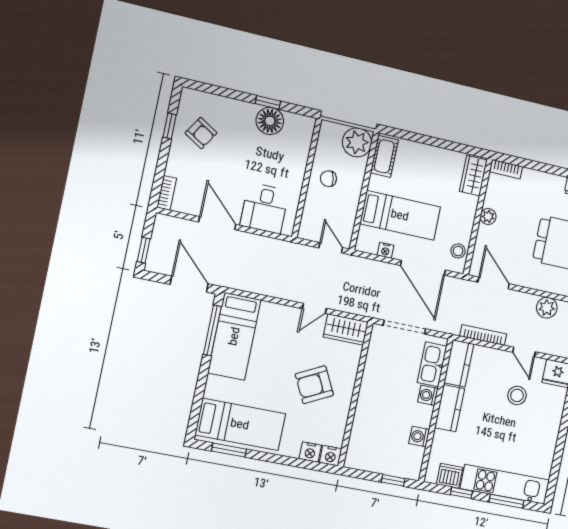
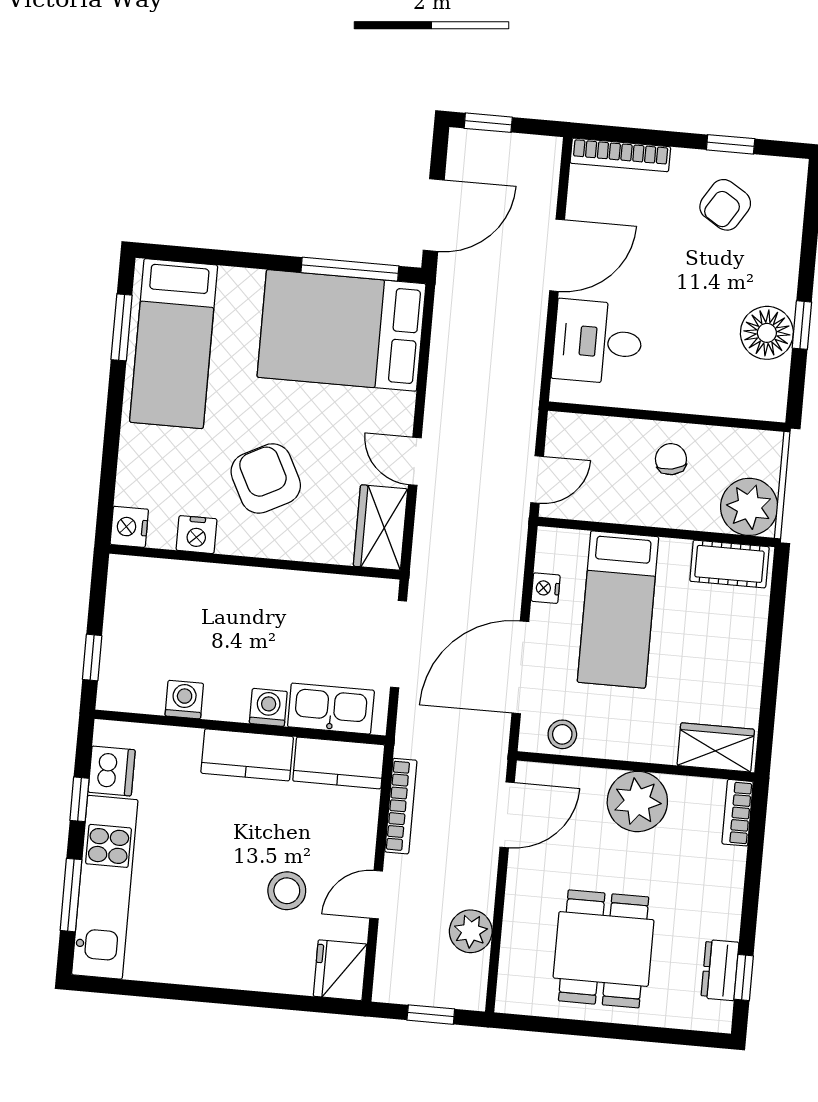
bookcase: (167, 193) -> (620, 155), width x1.56
plant: (488, 216) -> (637, 801), width x1.88, depth x1.88
bed: (234, 336) -> (341, 330), width x1.50
nightstand: (310, 452) -> (197, 535), moved, turned -90

